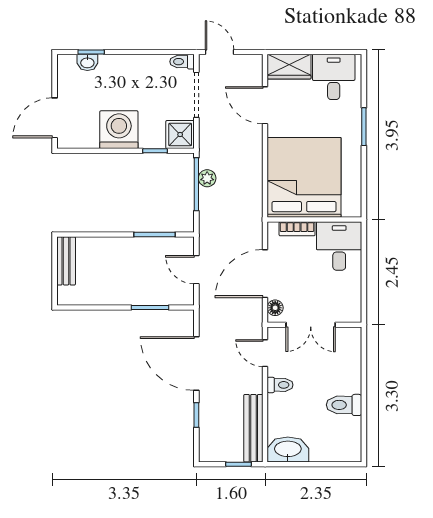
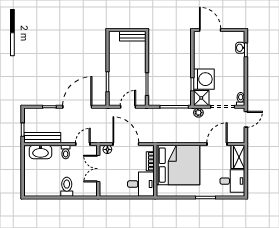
washing machine: (119, 130) -> (204, 79), moved
plant: (207, 178) -> (198, 113), moved
toilet: (344, 405) -> (67, 187), moved
washbasin: (288, 450) -> (40, 152), moved, turned 90

